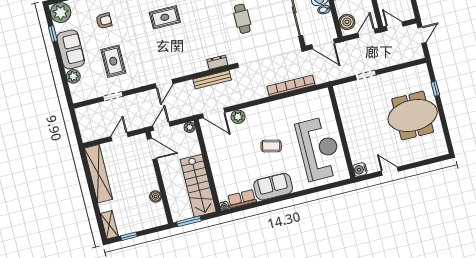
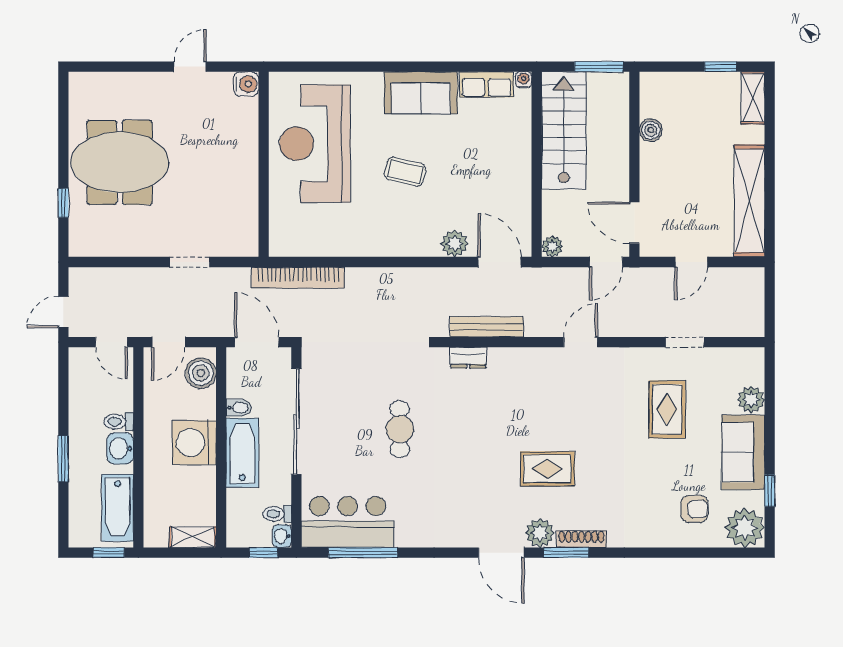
armchair: (104, 21) -> (694, 509), moved, turned 180
bookcase: (291, 86) -> (298, 278), moved
door: (390, 171) -> (190, 67), swing flipped

